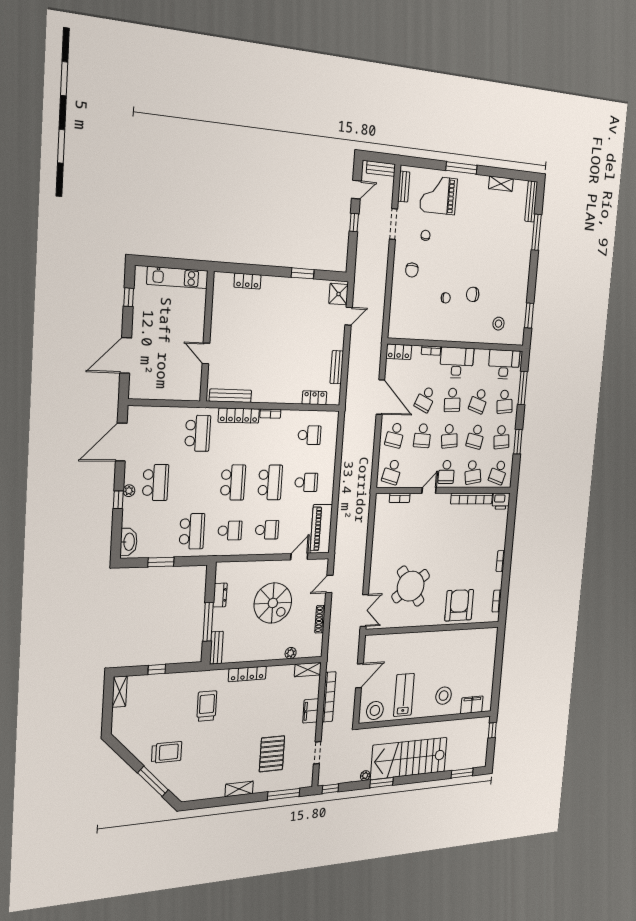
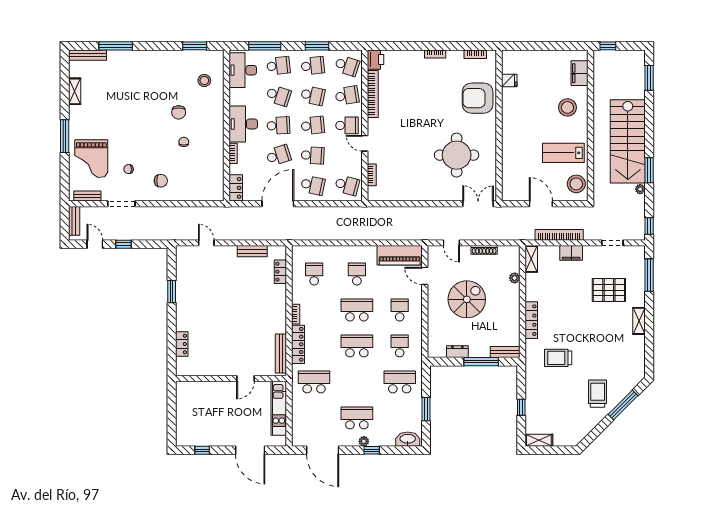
kitchen unit: (178, 278) -> (279, 408), moved, turned 180
shower: (339, 294) -> (187, 255), removed
school desk: (425, 399) -> (278, 155), turned -42
round table: (411, 586) -> (457, 155), turned 35
fridge: (472, 636) -> (509, 81), added

